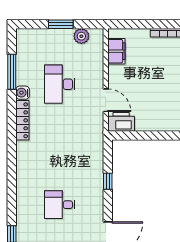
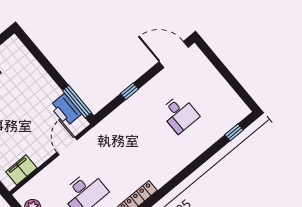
printer: (121, 122) -> (66, 110), moved
window: (133, 135) -> (77, 102), added

